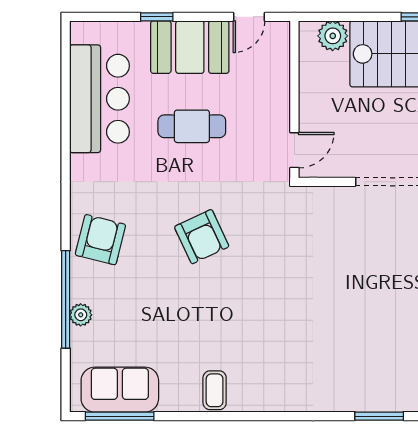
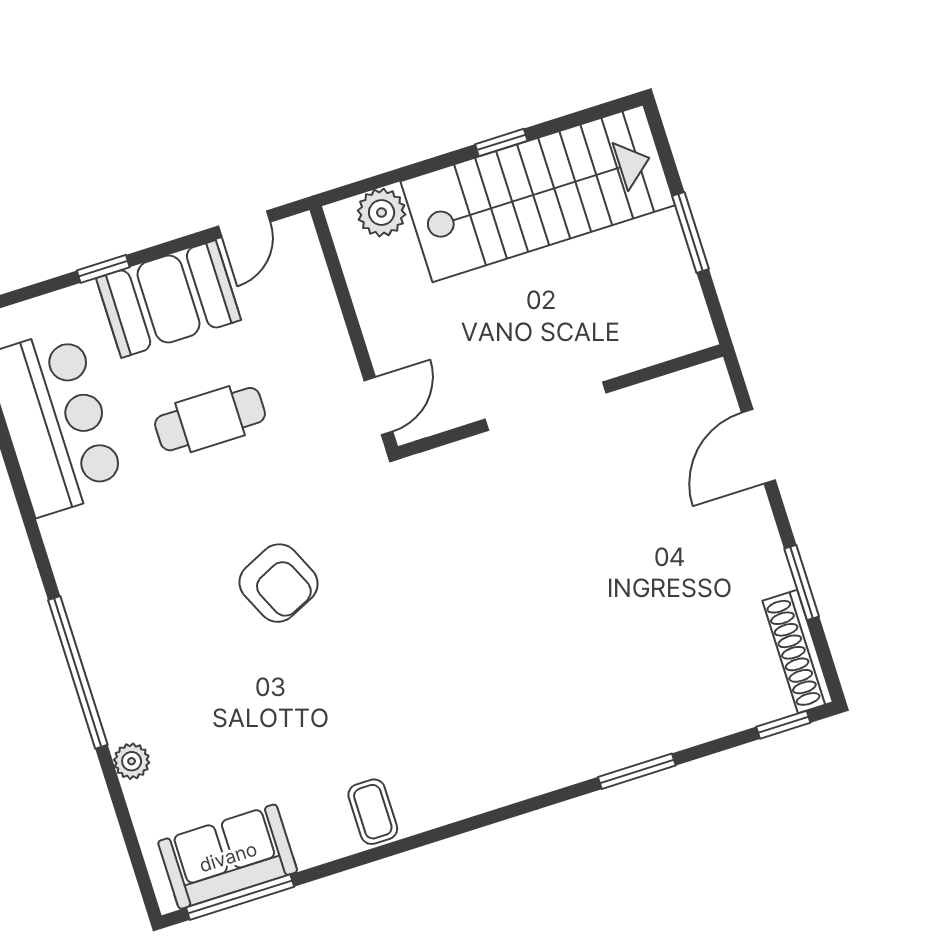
armchair: (100, 240) -> (125, 637), removed
window: (66, 299) -> (78, 672), moved

